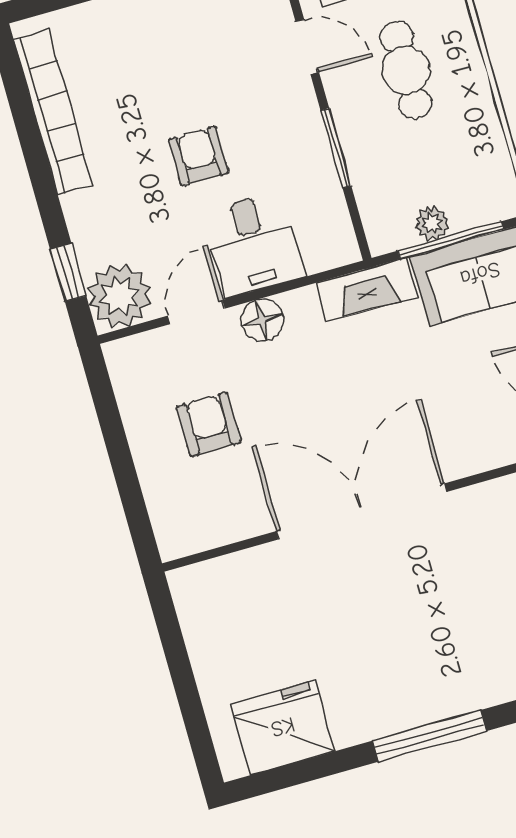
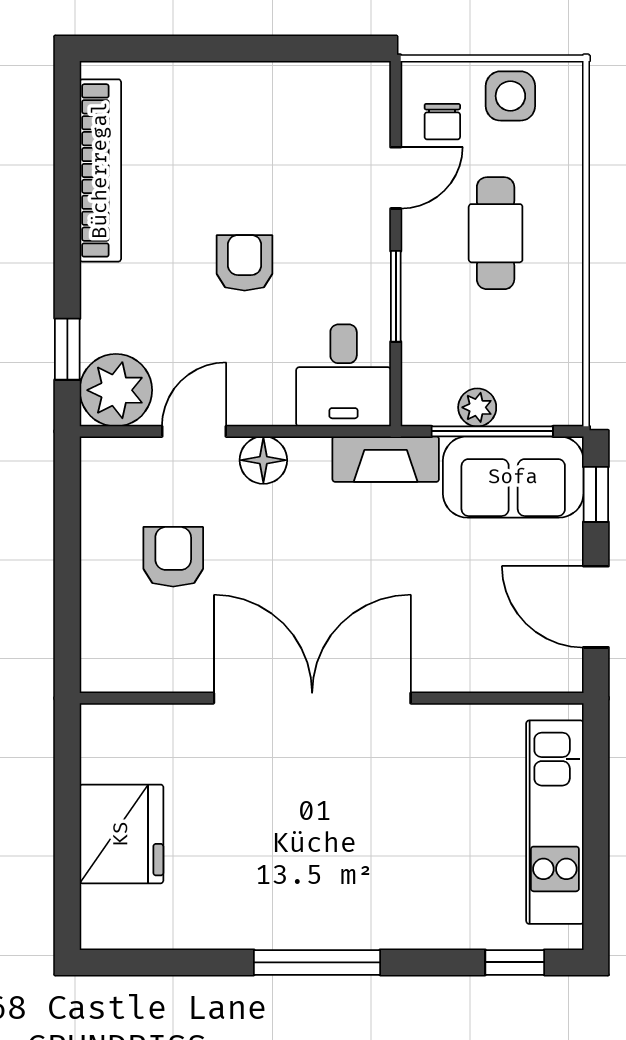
door: (307, 47) -> (396, 178), hinge flipped
desk: (253, 244) -> (344, 375), moved
fridge: (283, 727) -> (121, 834), moved, turned 90

